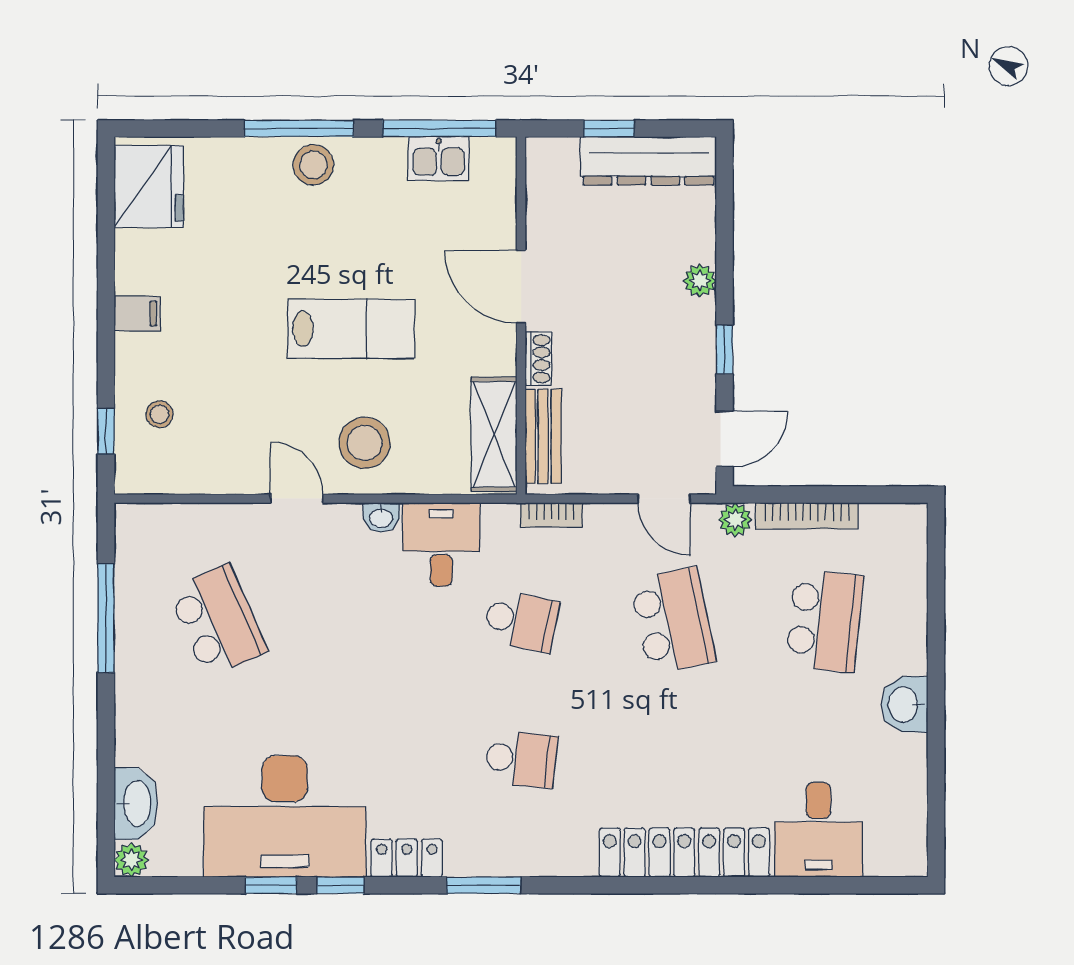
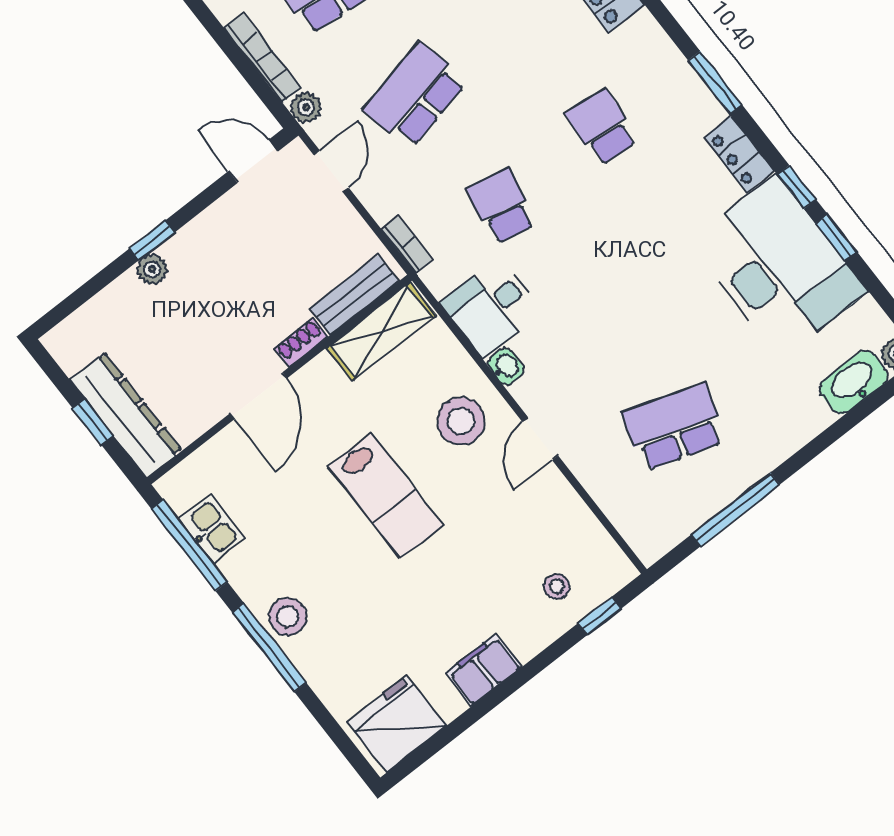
dresser: (648, 161) -> (126, 415), moved
filing cabinet: (137, 314) -> (484, 670), width x2.00
lab bench: (351, 329) -> (385, 496), turned 180
window: (724, 349) -> (152, 240), moved
school desk: (218, 621) -> (674, 427), turned 42

